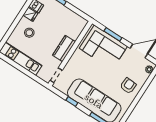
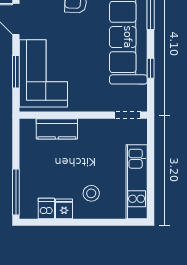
kitchen counter: (64, 48) -> (57, 129), moved

